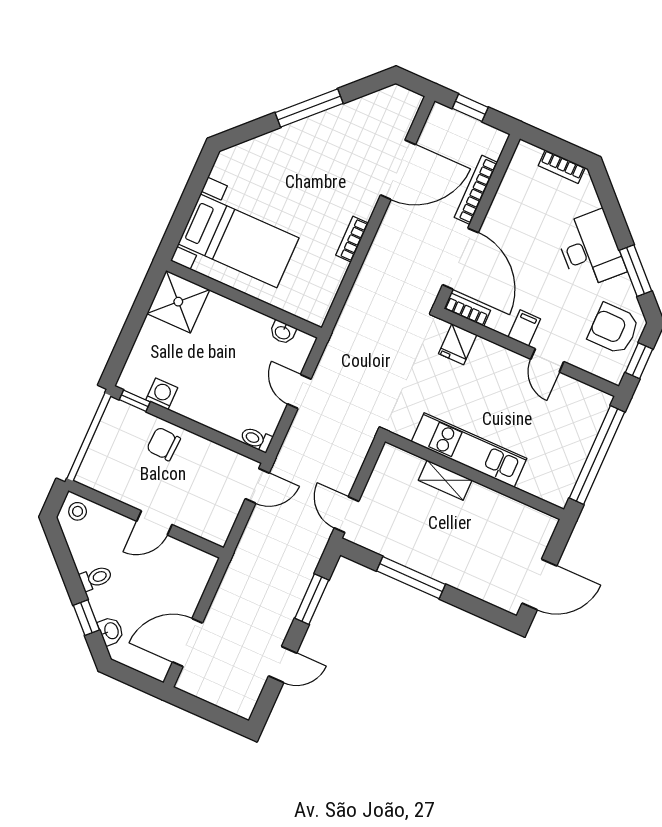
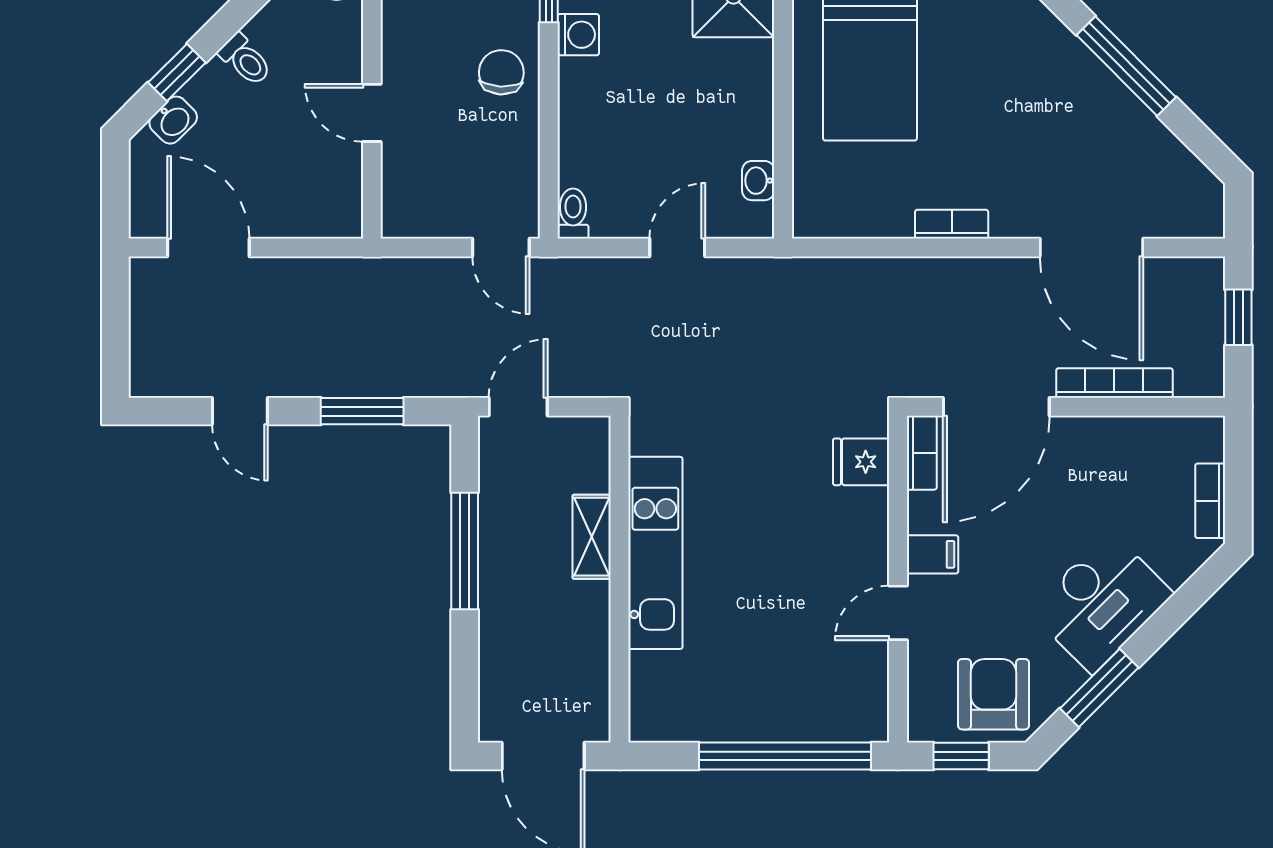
kitchen unit: (469, 450) -> (655, 553), moved
wall: (475, 475) -> (619, 579), moved
shelving: (445, 480) -> (592, 537), moved

